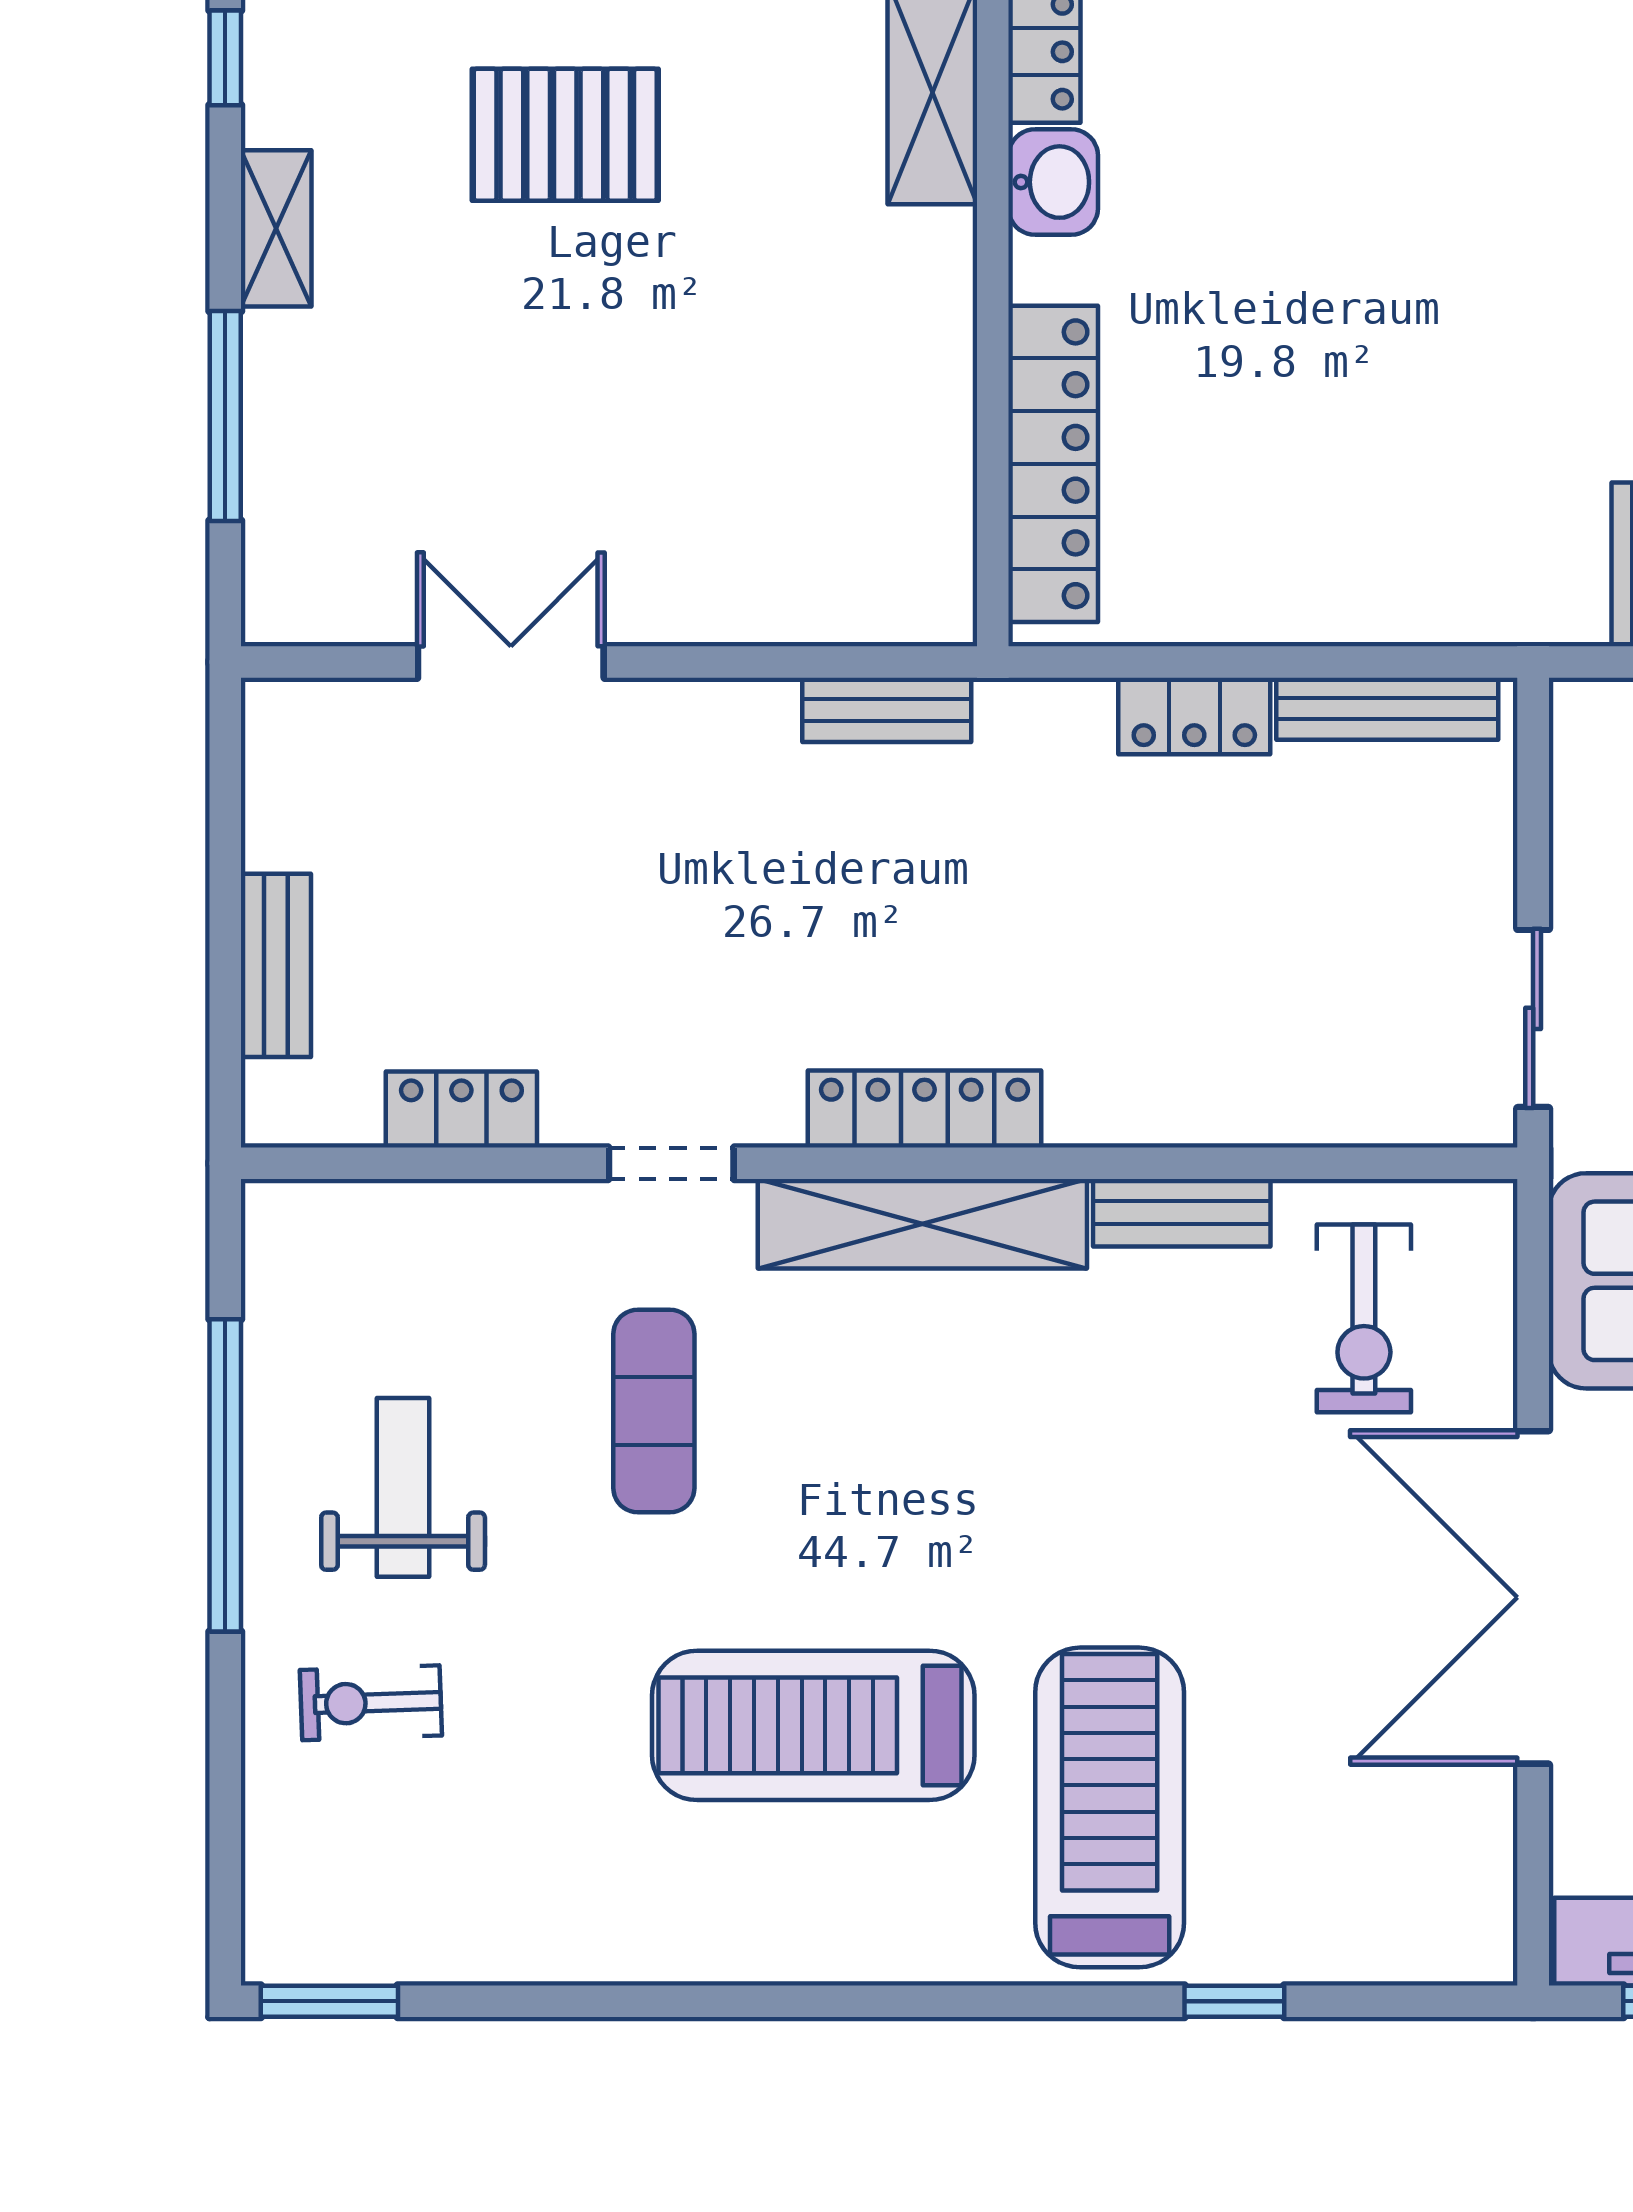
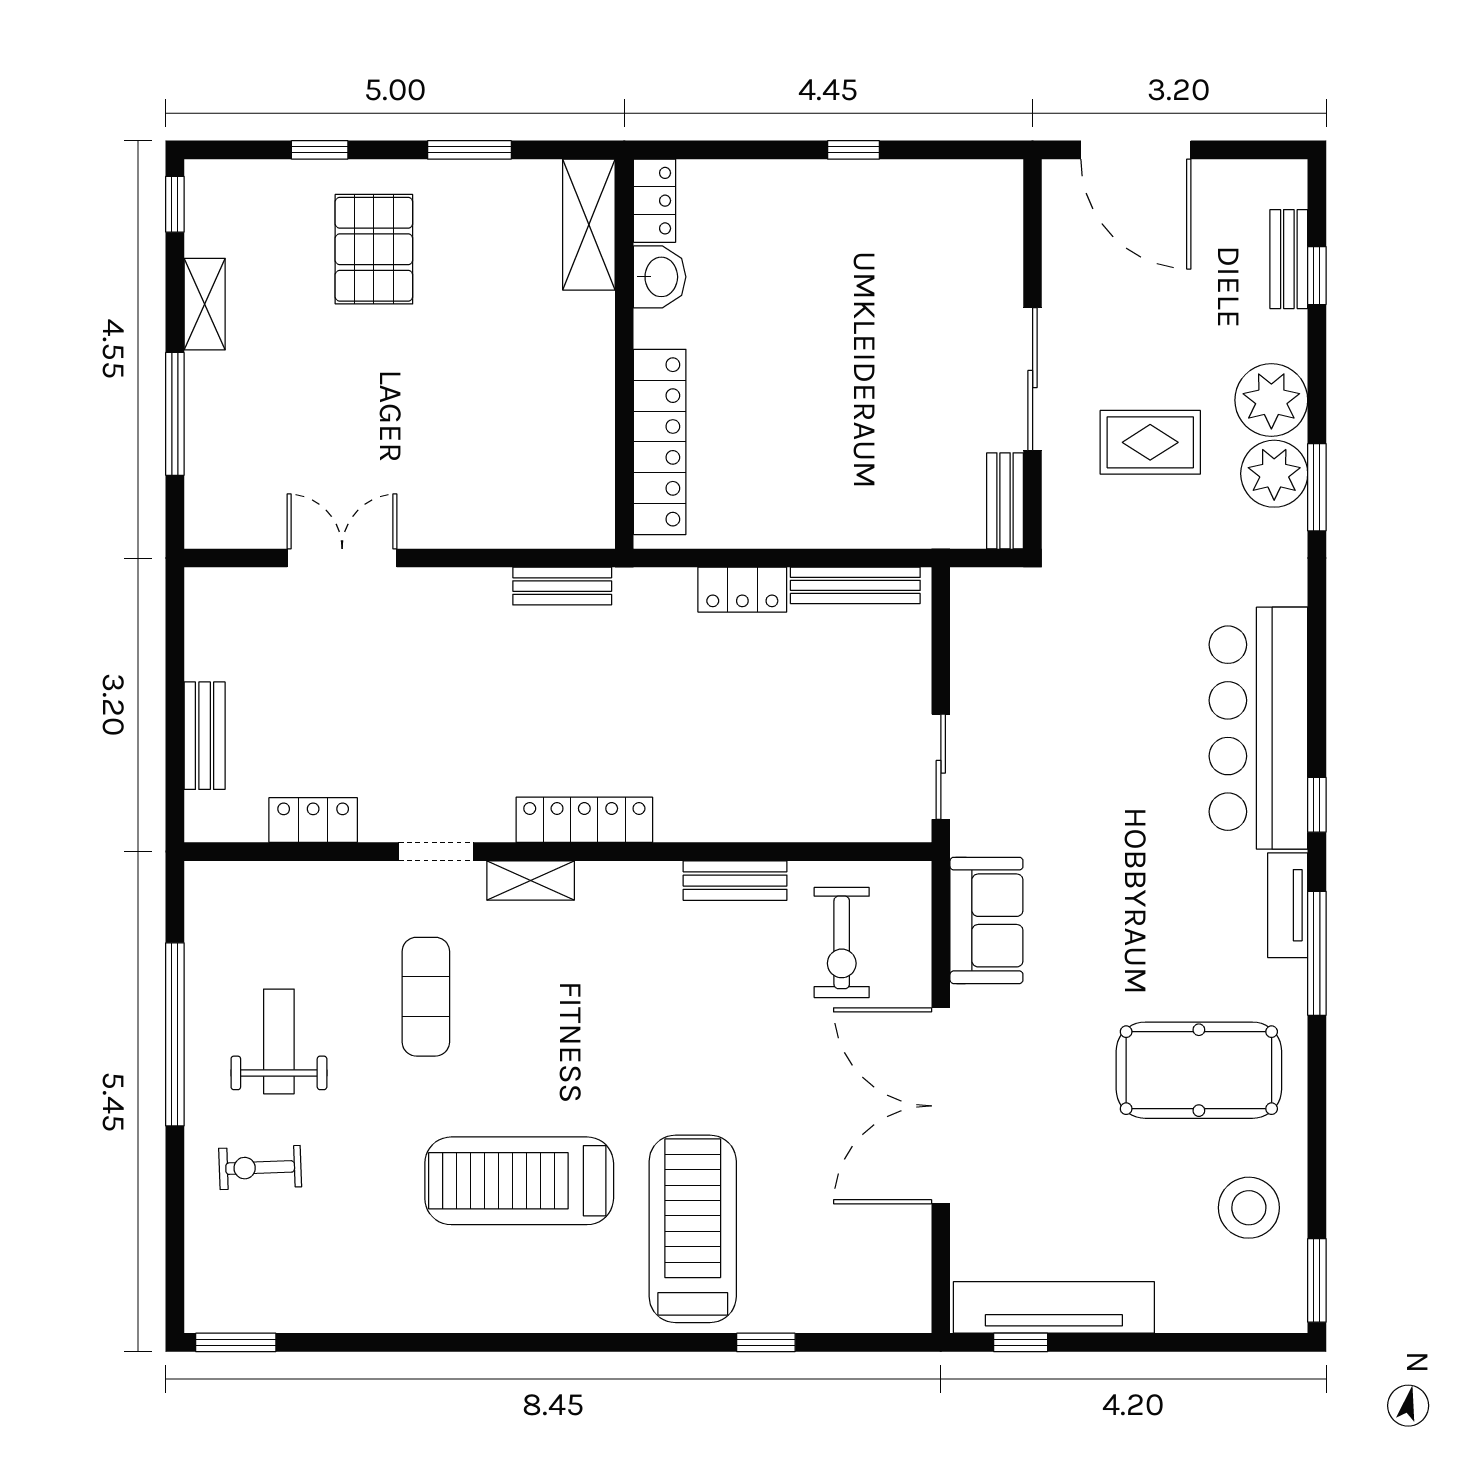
pallet: (565, 135) -> (374, 249), turned 90
shelving: (922, 1224) -> (531, 880), width x0.45, depth x0.75

